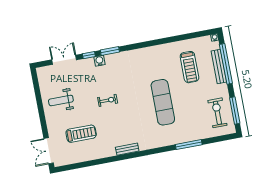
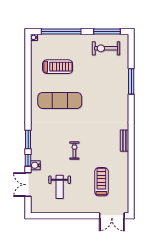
water cooler: (100, 61) -> (35, 165), moved
bench: (219, 67) -> (62, 39), removed
weight bench: (61, 100) -> (60, 187), moved
exercise mat: (163, 102) -> (60, 100), moved

